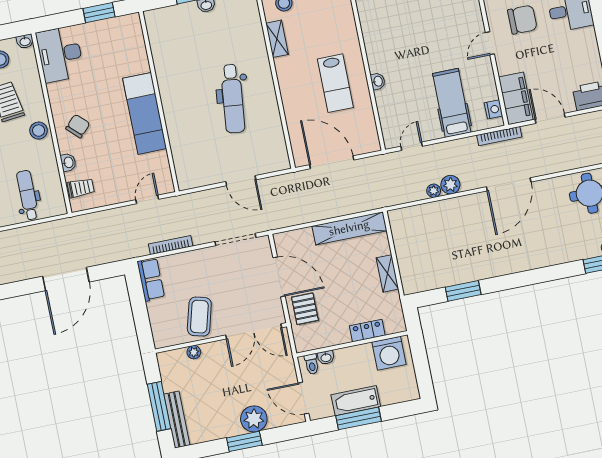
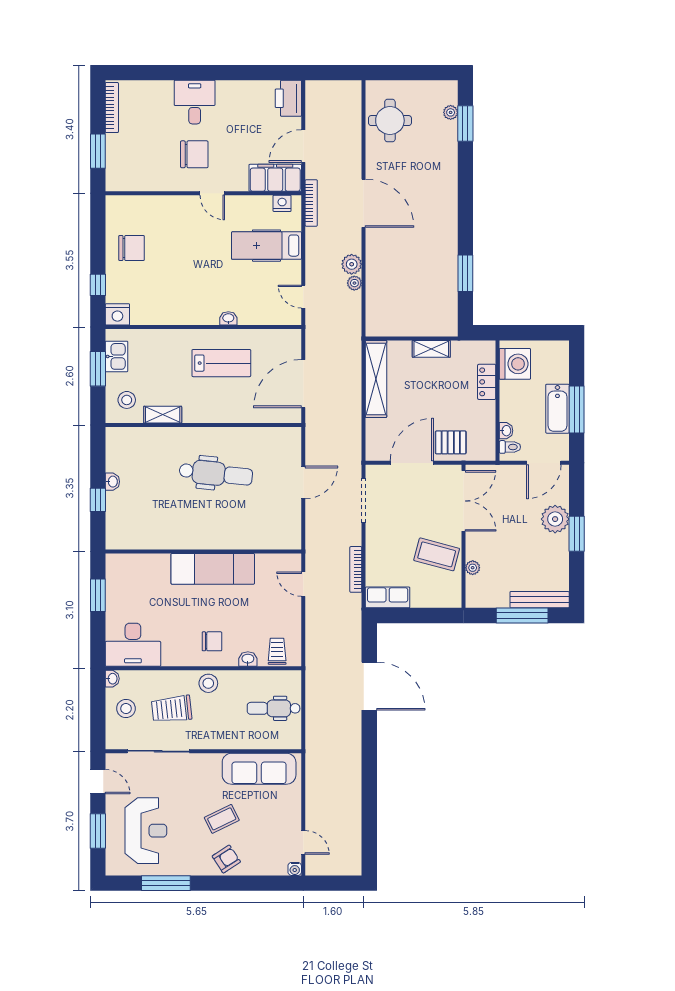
chair: (522, 20) -> (194, 154), turned 90
chair: (78, 126) -> (212, 641), turned 136

